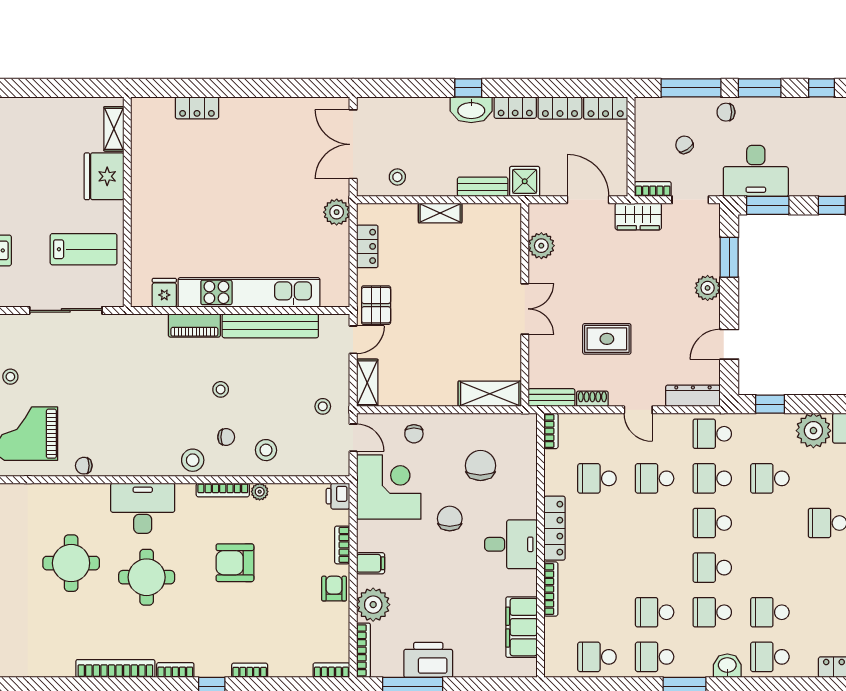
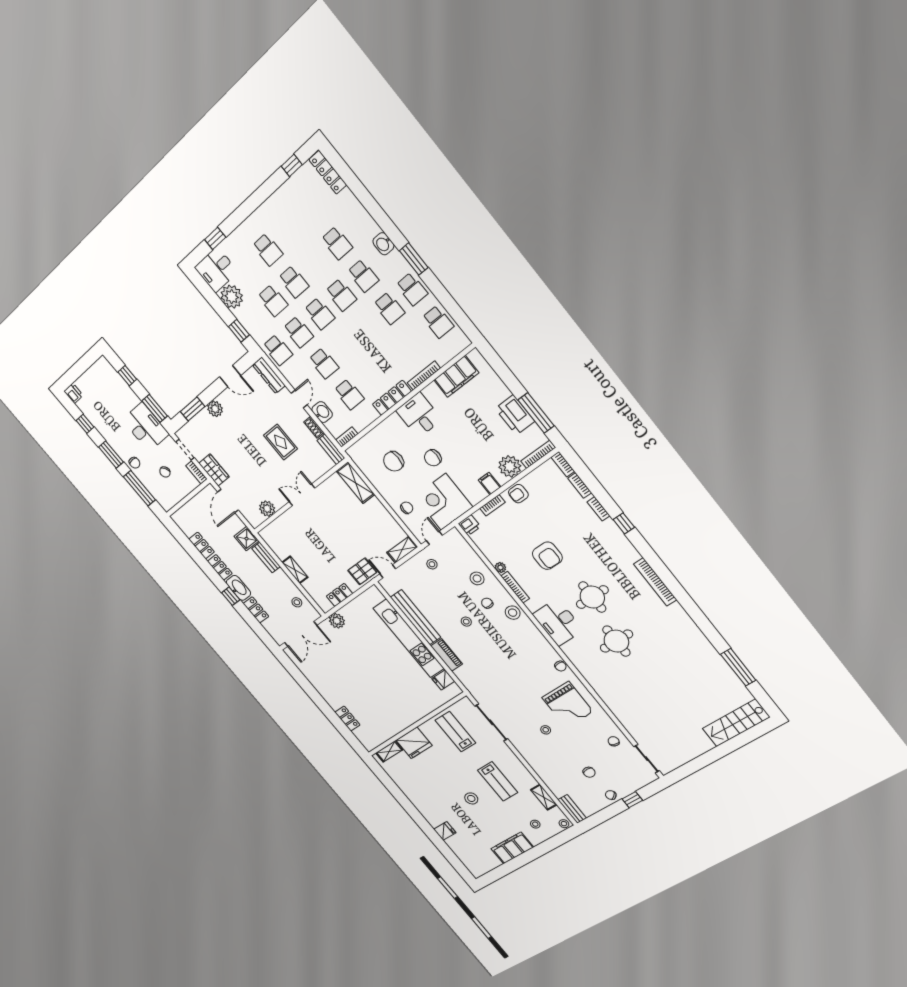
locker: (606, 108) -> (256, 610), moved
washbasin: (602, 426) -> (322, 412), added
school desk: (770, 657) -> (294, 282), moved
bookcase: (175, 670) -> (580, 485), moved

